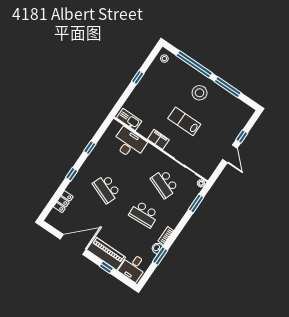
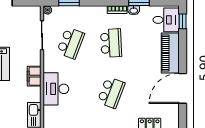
desk: (129, 144) -> (56, 89), moved
door: (73, 245) -> (183, 88), hinge flipped
window: (106, 267) -> (183, 21), moved

